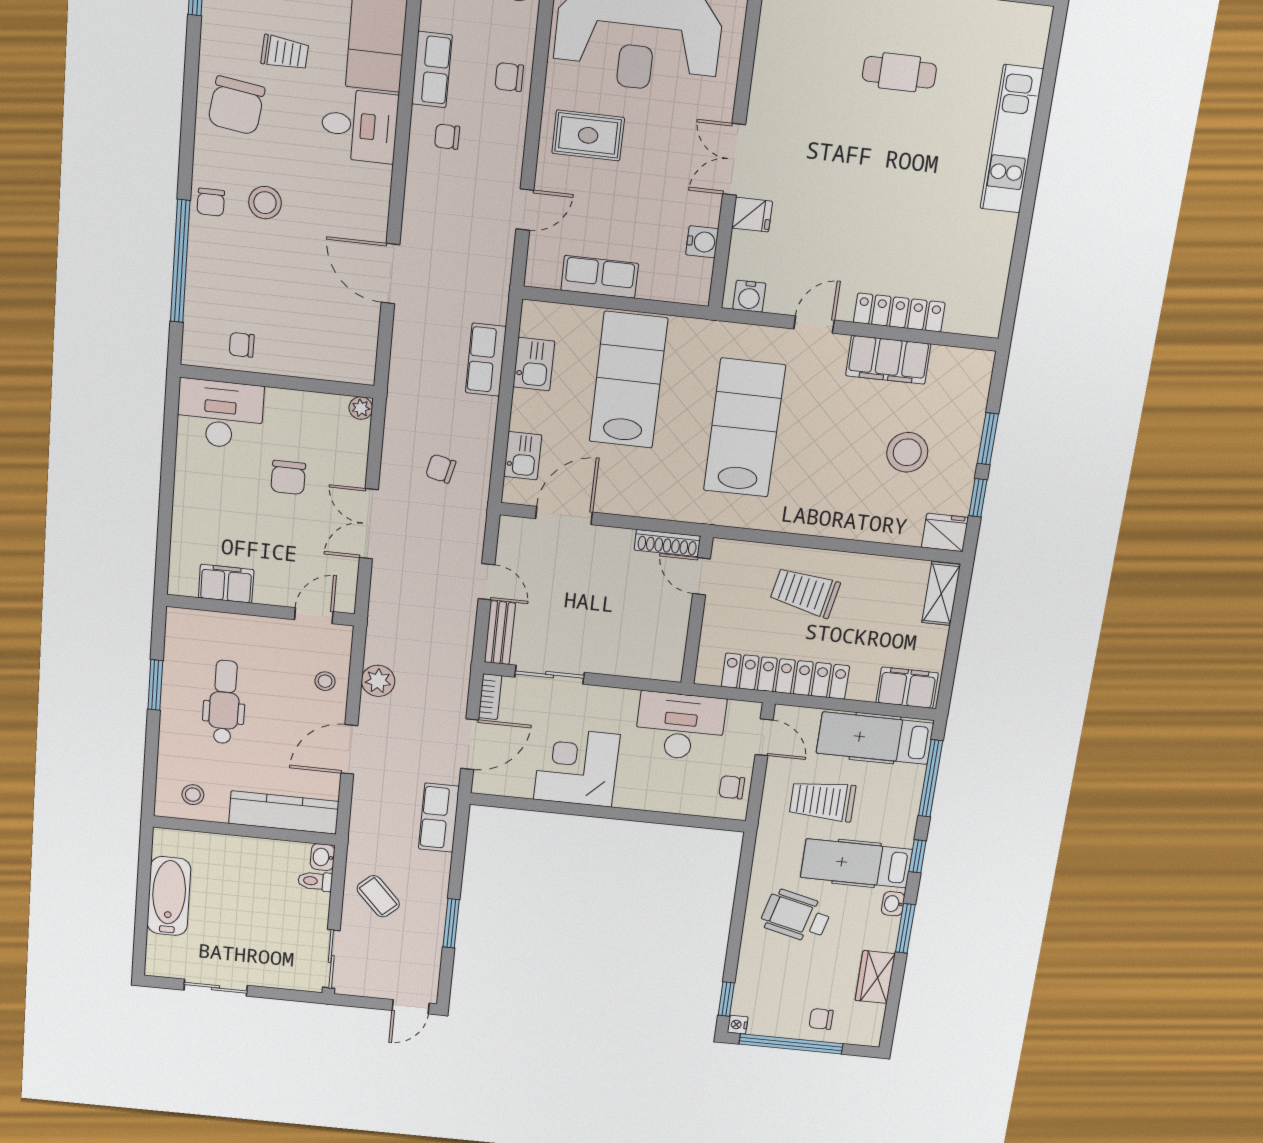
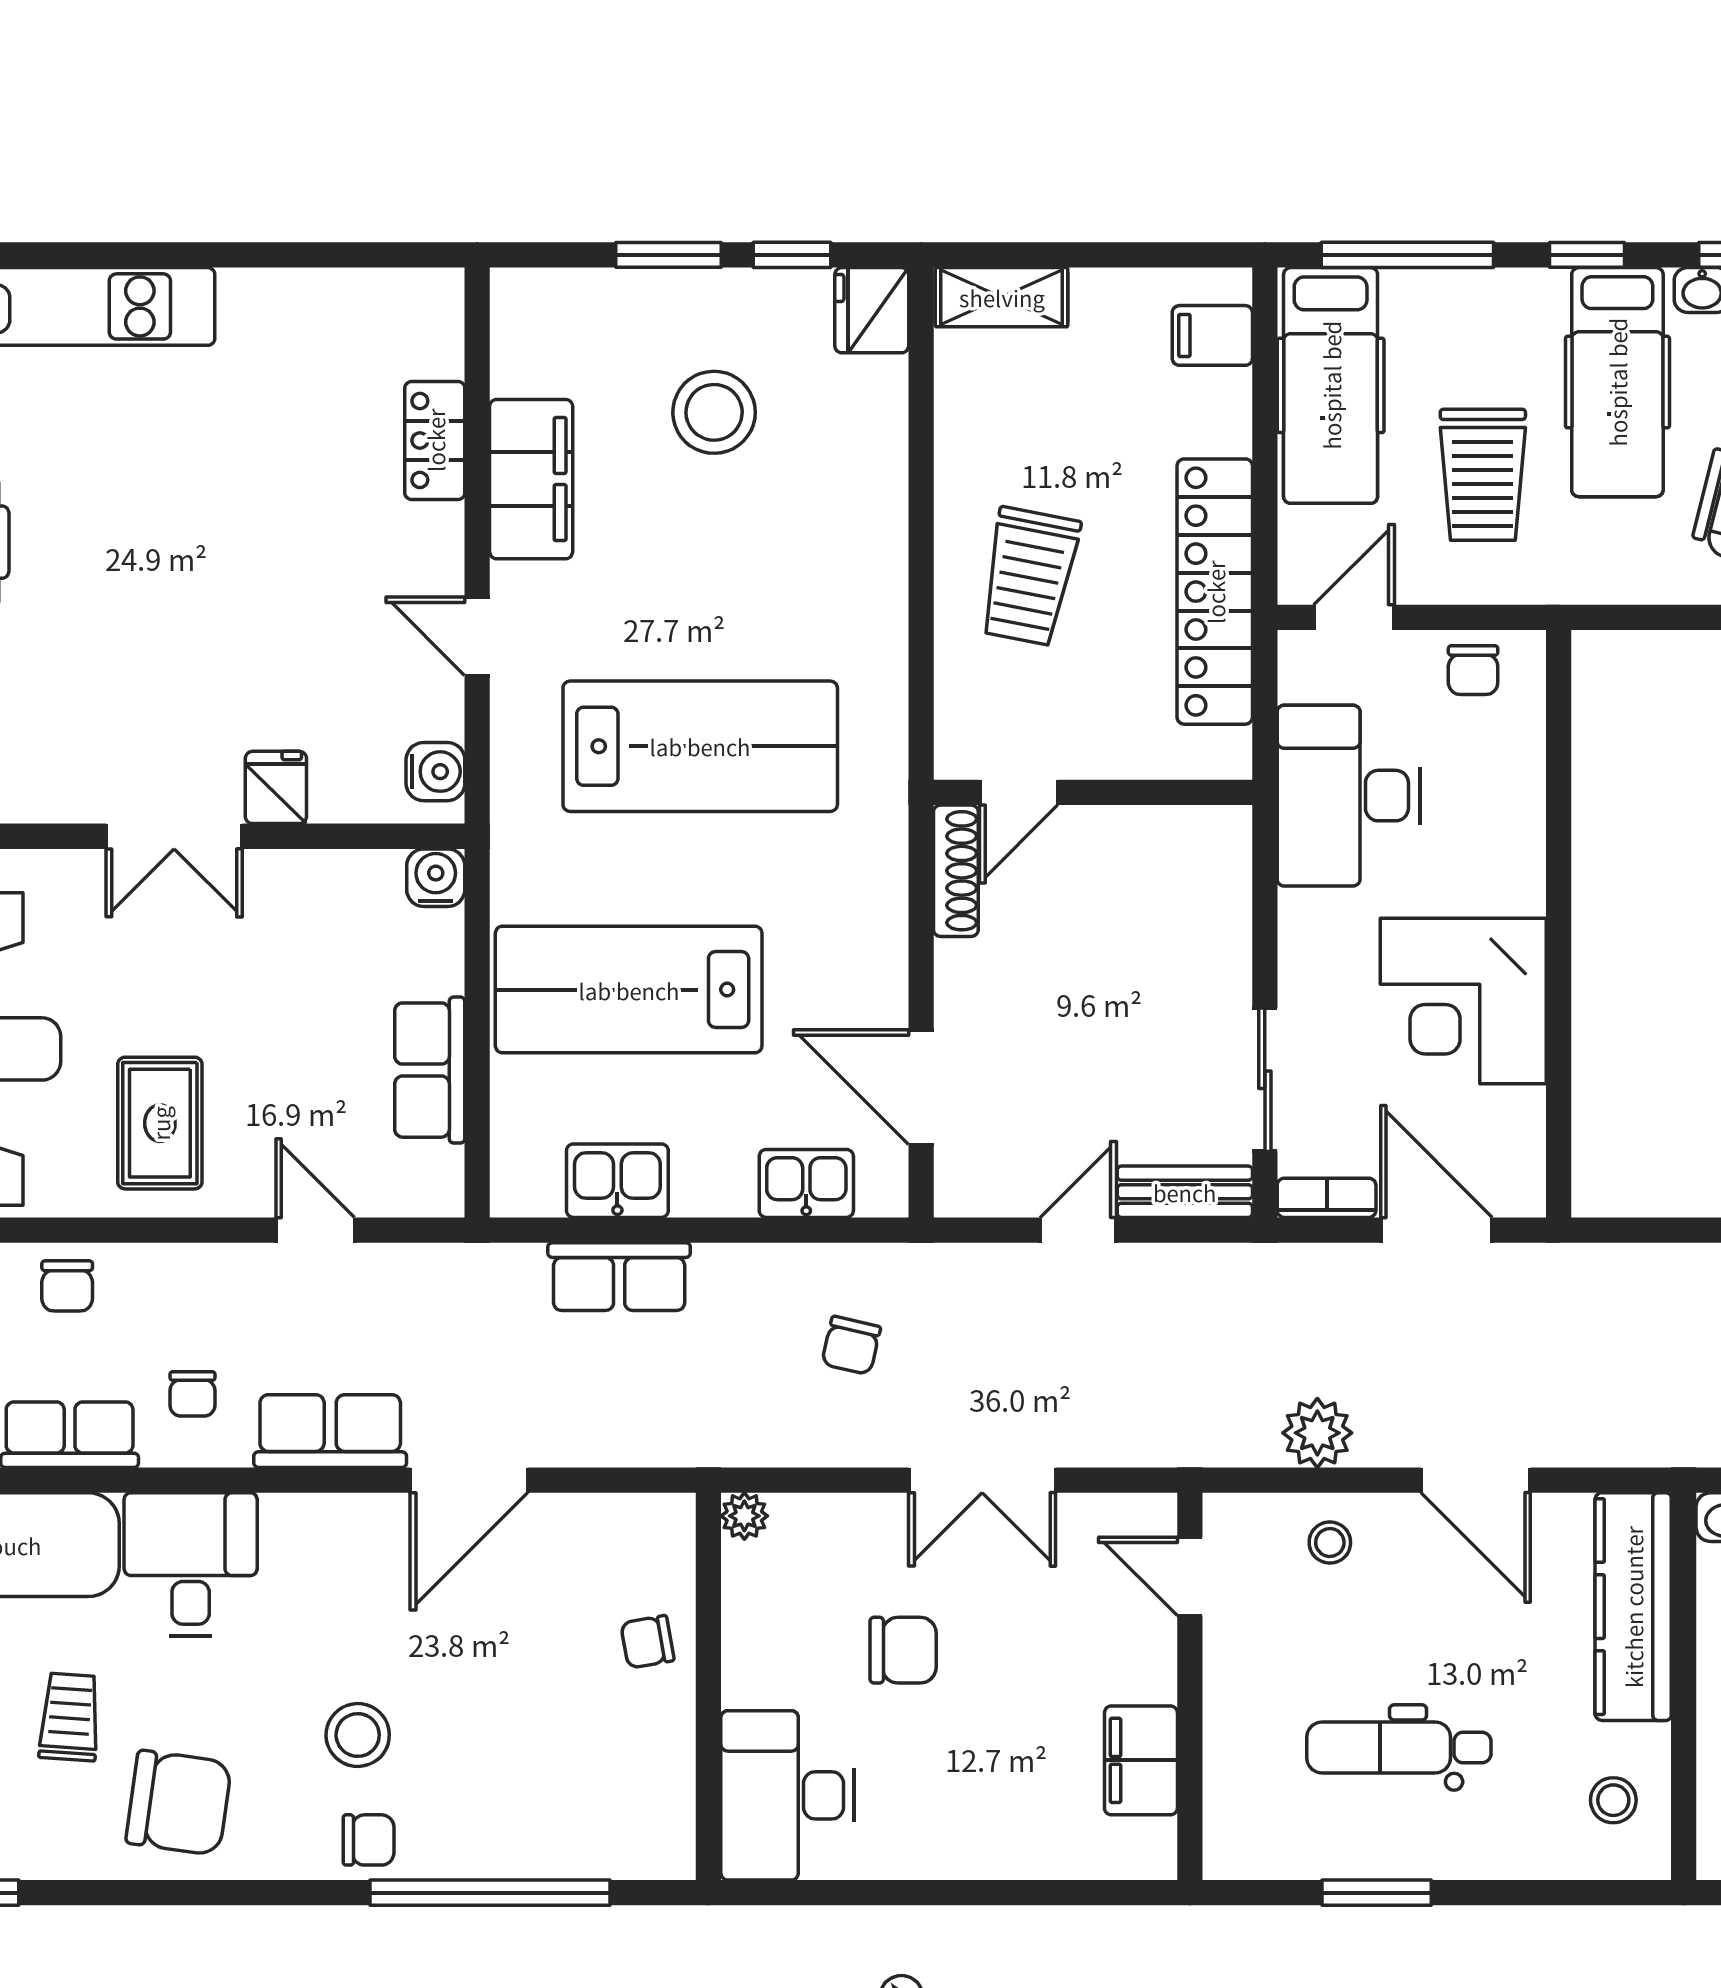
water cooler: (702, 242) -> (436, 878), moved
locker: (899, 313) -> (435, 440), width x0.66
chair: (242, 345) -> (647, 1642), moved, turned 80
lab bench: (744, 428) -> (700, 746), turned 180
filing cabinet: (907, 688) -> (1212, 335), width x0.50
row of seats: (439, 818) -> (330, 1431), moved, turned 180

